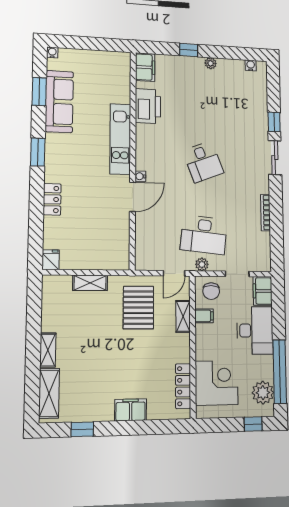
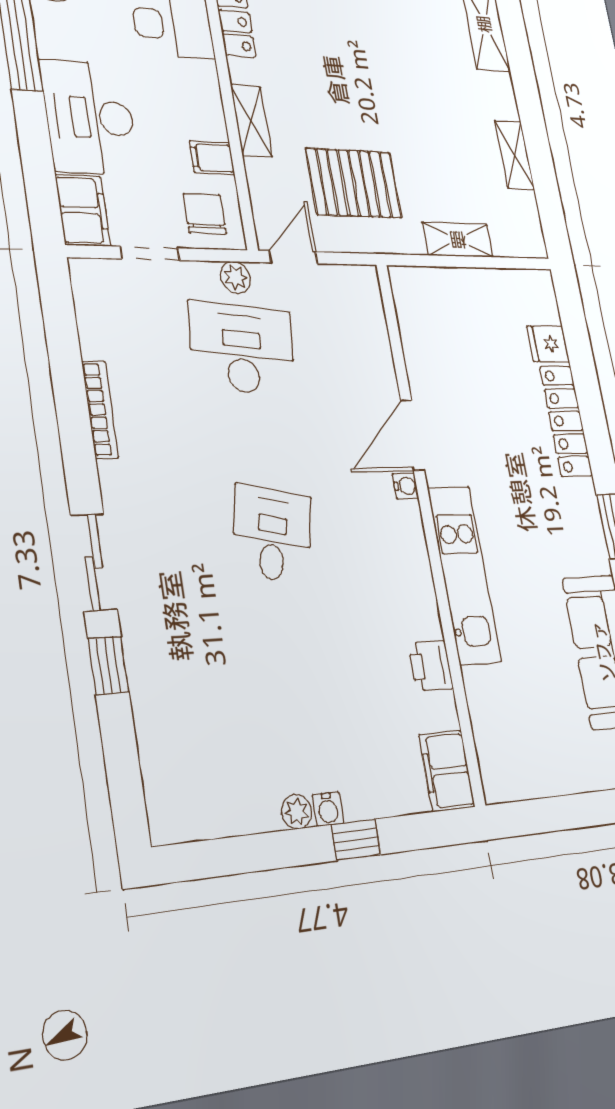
water cooler: (251, 65) -> (328, 809), moved
printer: (148, 106) -> (431, 666), width x0.53, depth x0.68
desk: (203, 162) -> (272, 534), turned 33
locker: (52, 199) -> (566, 421), width x1.53
fridge: (51, 260) -> (548, 344), moved, turned 90
pallet: (138, 308) -> (354, 183), turned 90
shelving: (183, 316) -> (251, 121), moved
shelving: (48, 350) -> (514, 155), moved

